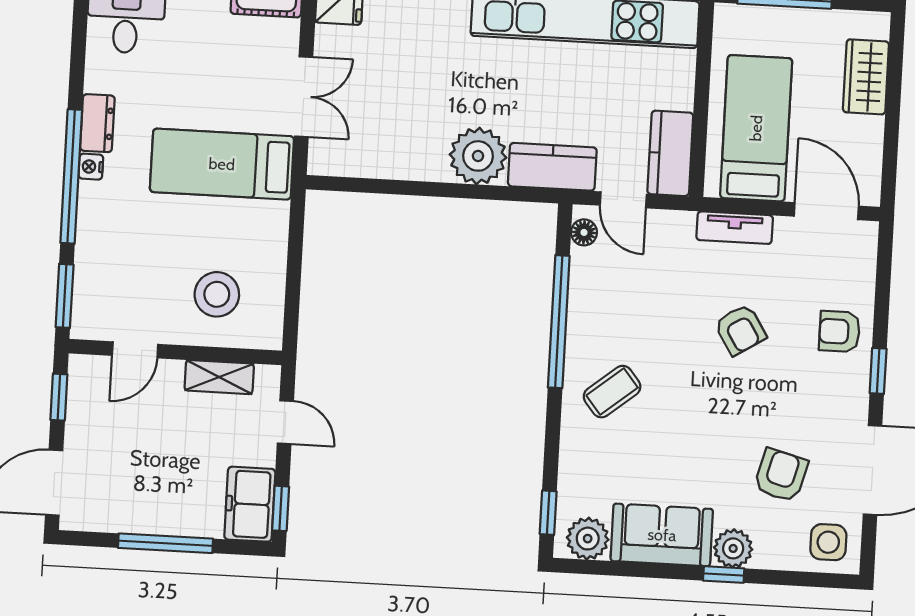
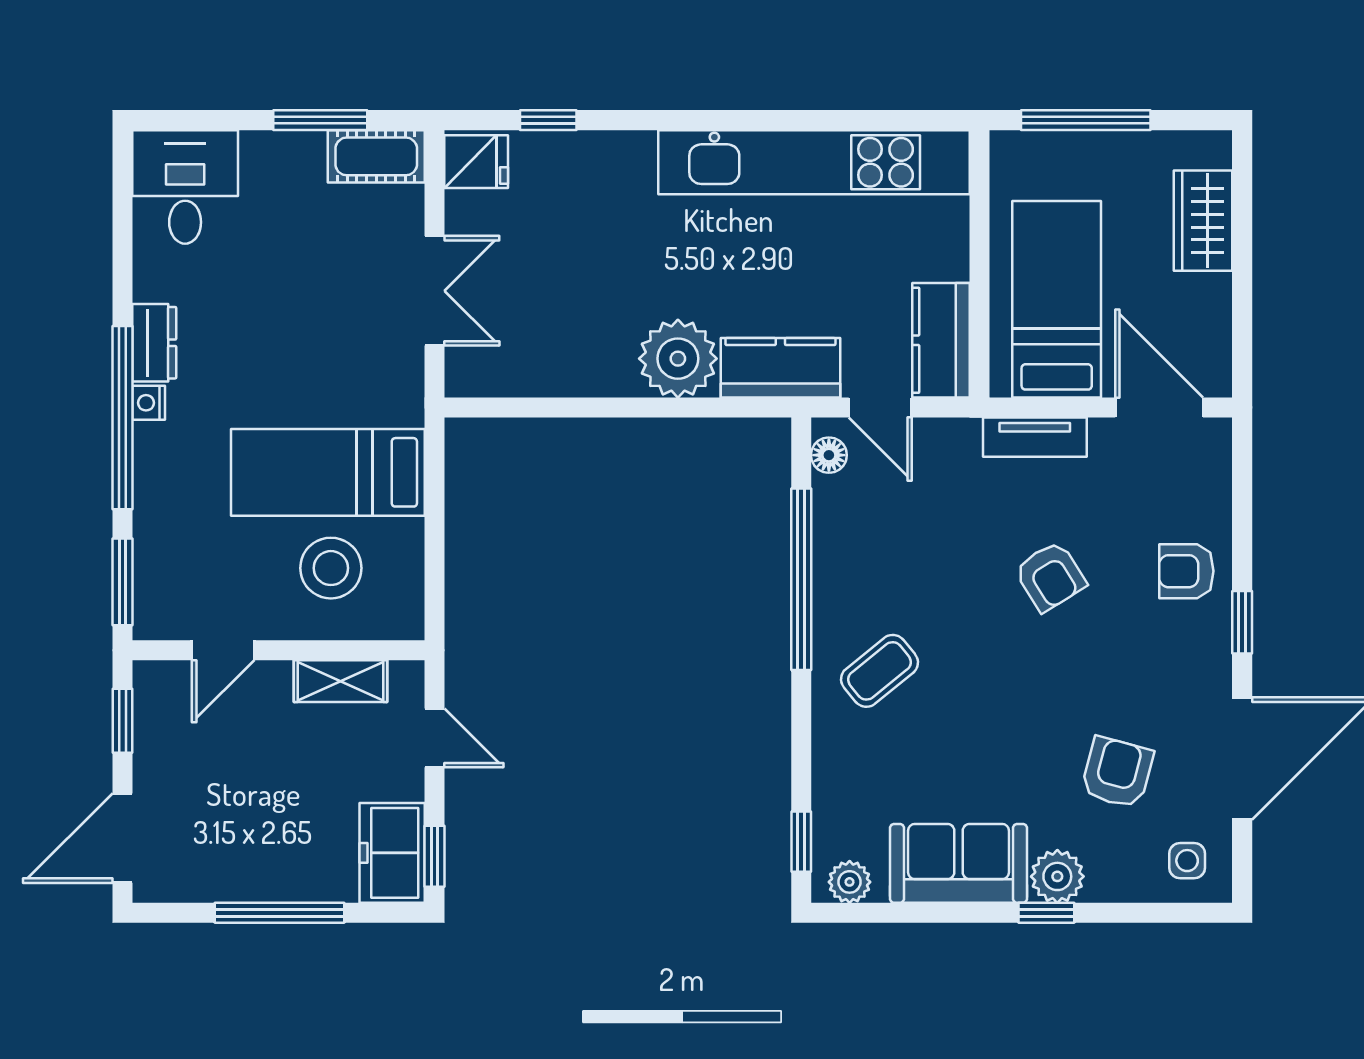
bed: (222, 164) -> (328, 472), moved
plant: (588, 539) -> (850, 882), width x0.73, depth x0.73
side table: (828, 542) -> (1187, 861), width x0.73, depth x0.73

